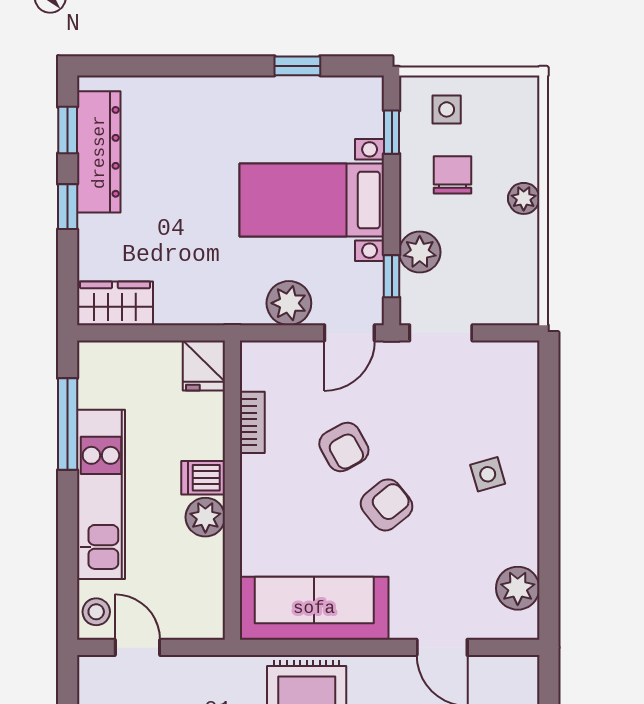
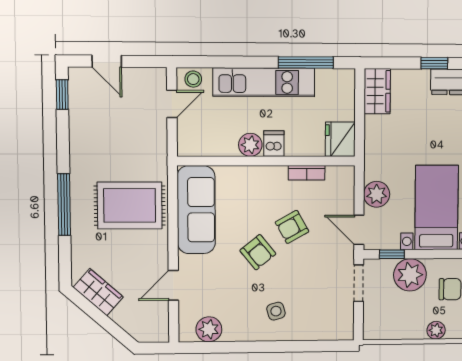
plant: (420, 252) -> (410, 275), width x1.36, depth x1.36
fridge: (204, 366) -> (340, 139), width x1.38

